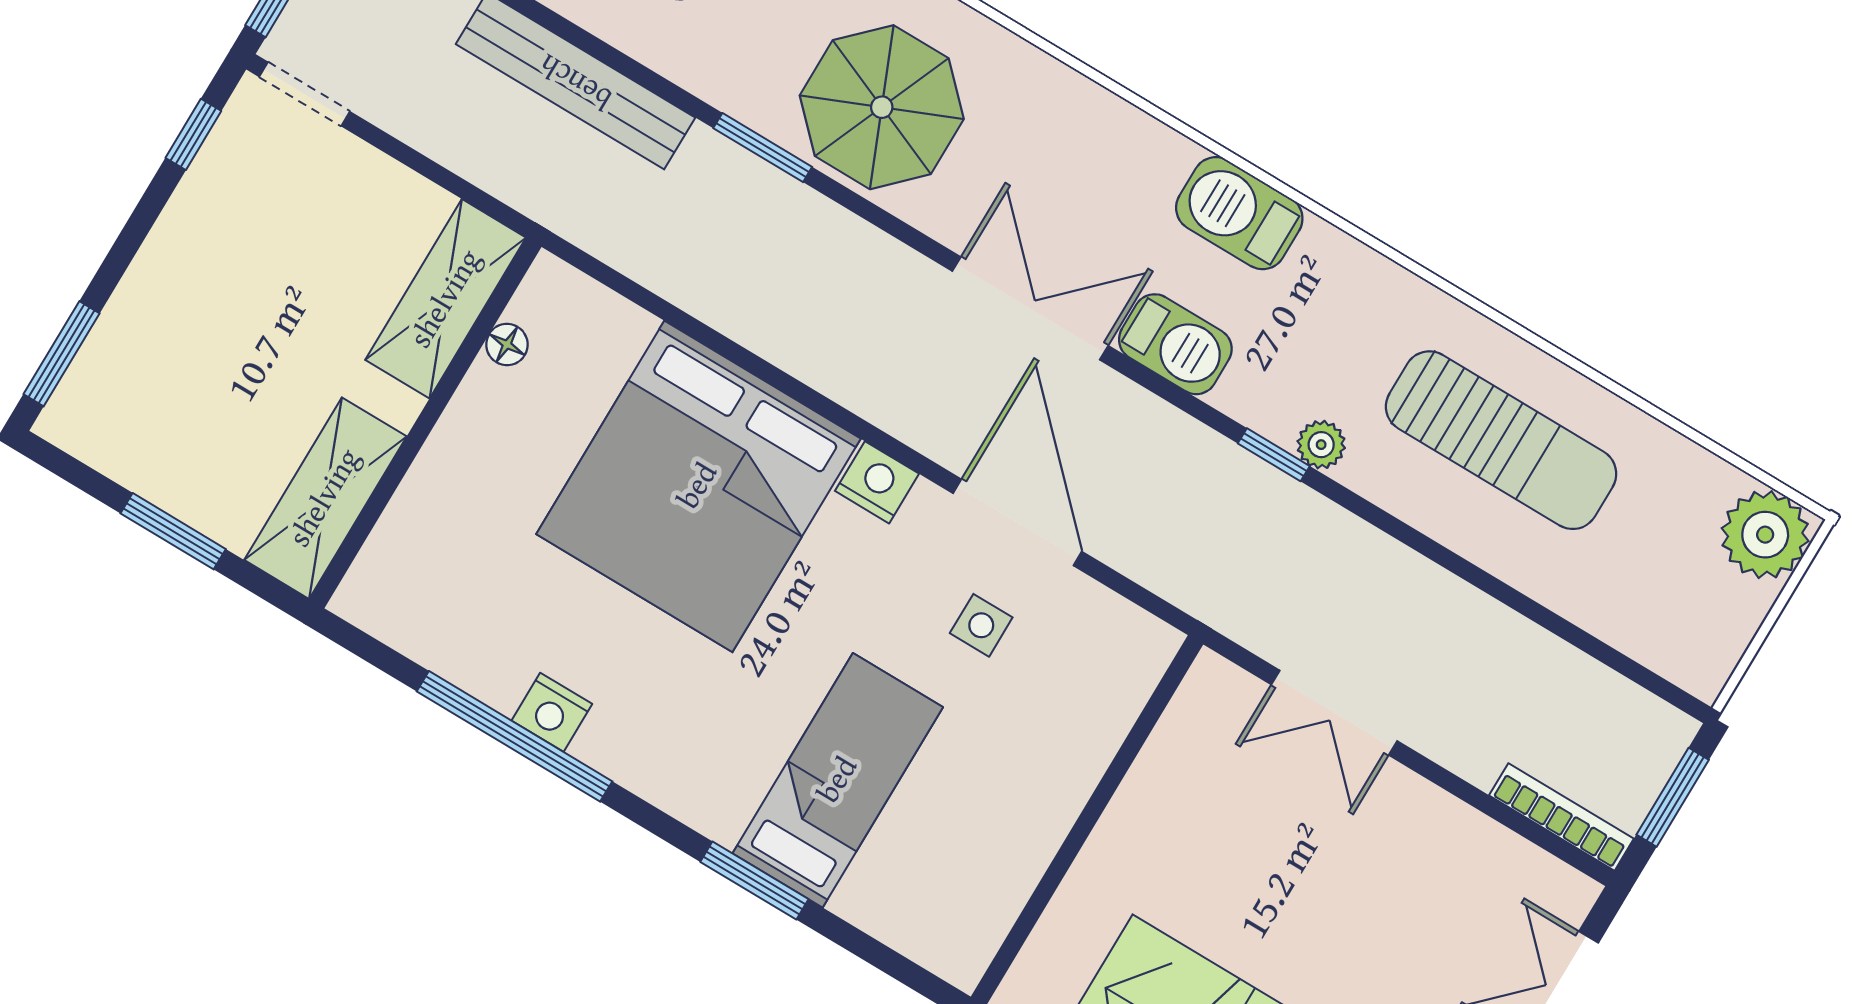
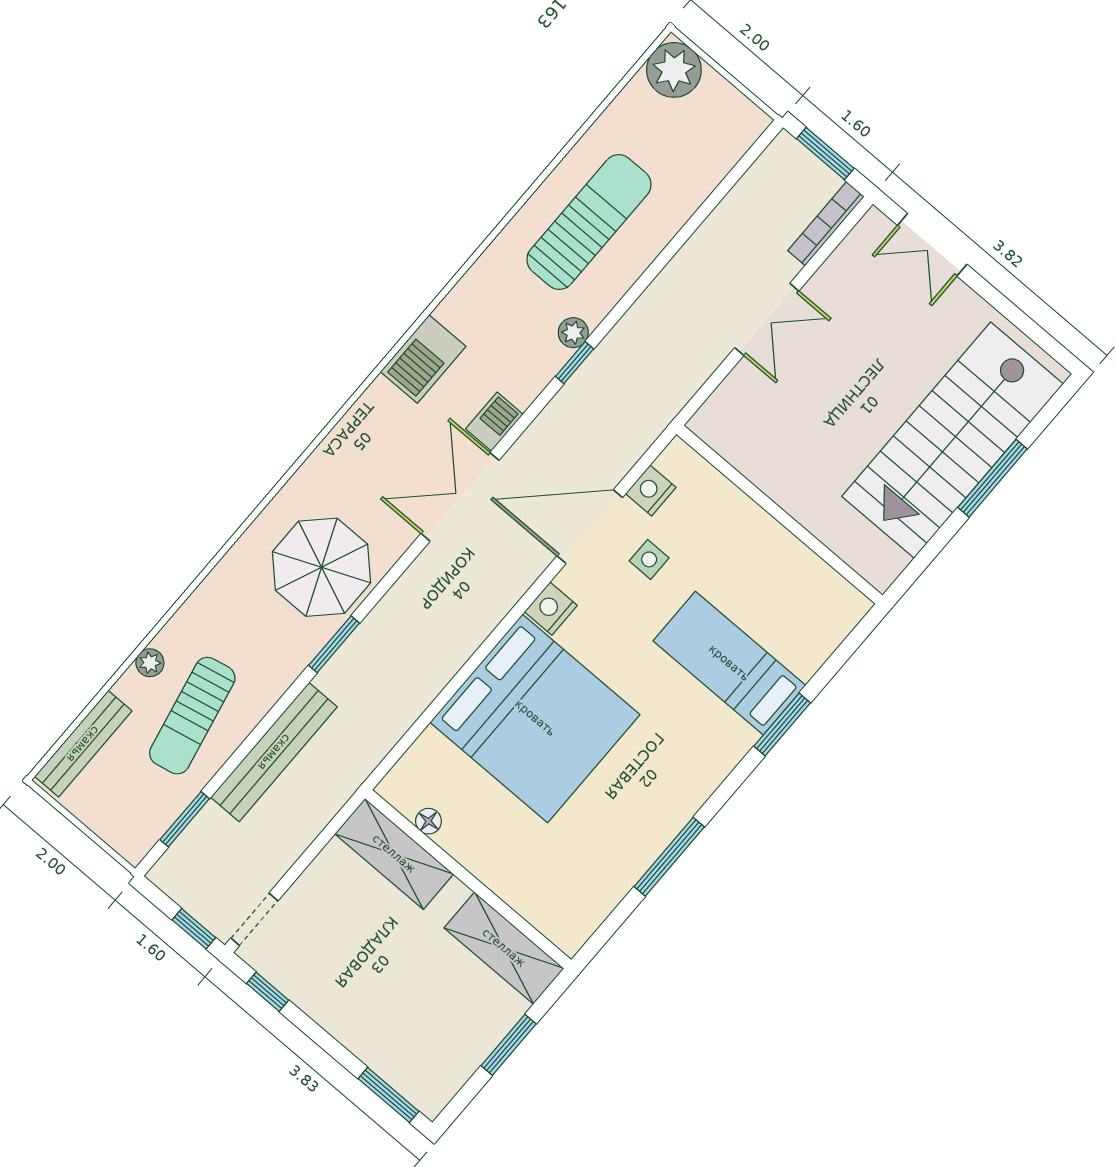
barbecue: (1175, 344) -> (494, 422), width x0.73, depth x0.79
nightstand: (552, 712) -> (651, 491), moved, turned 180
double door: (1334, 713) -> (767, 319), moved
window: (514, 736) -> (669, 857), width x0.68

